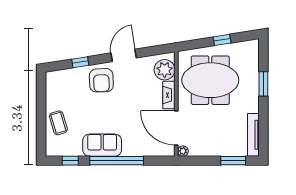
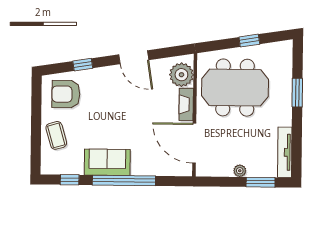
door: (124, 55) -> (134, 57), swing flipped
armchair: (101, 80) -> (66, 94), moved, turned 92
plant: (183, 151) -> (240, 171), moved

